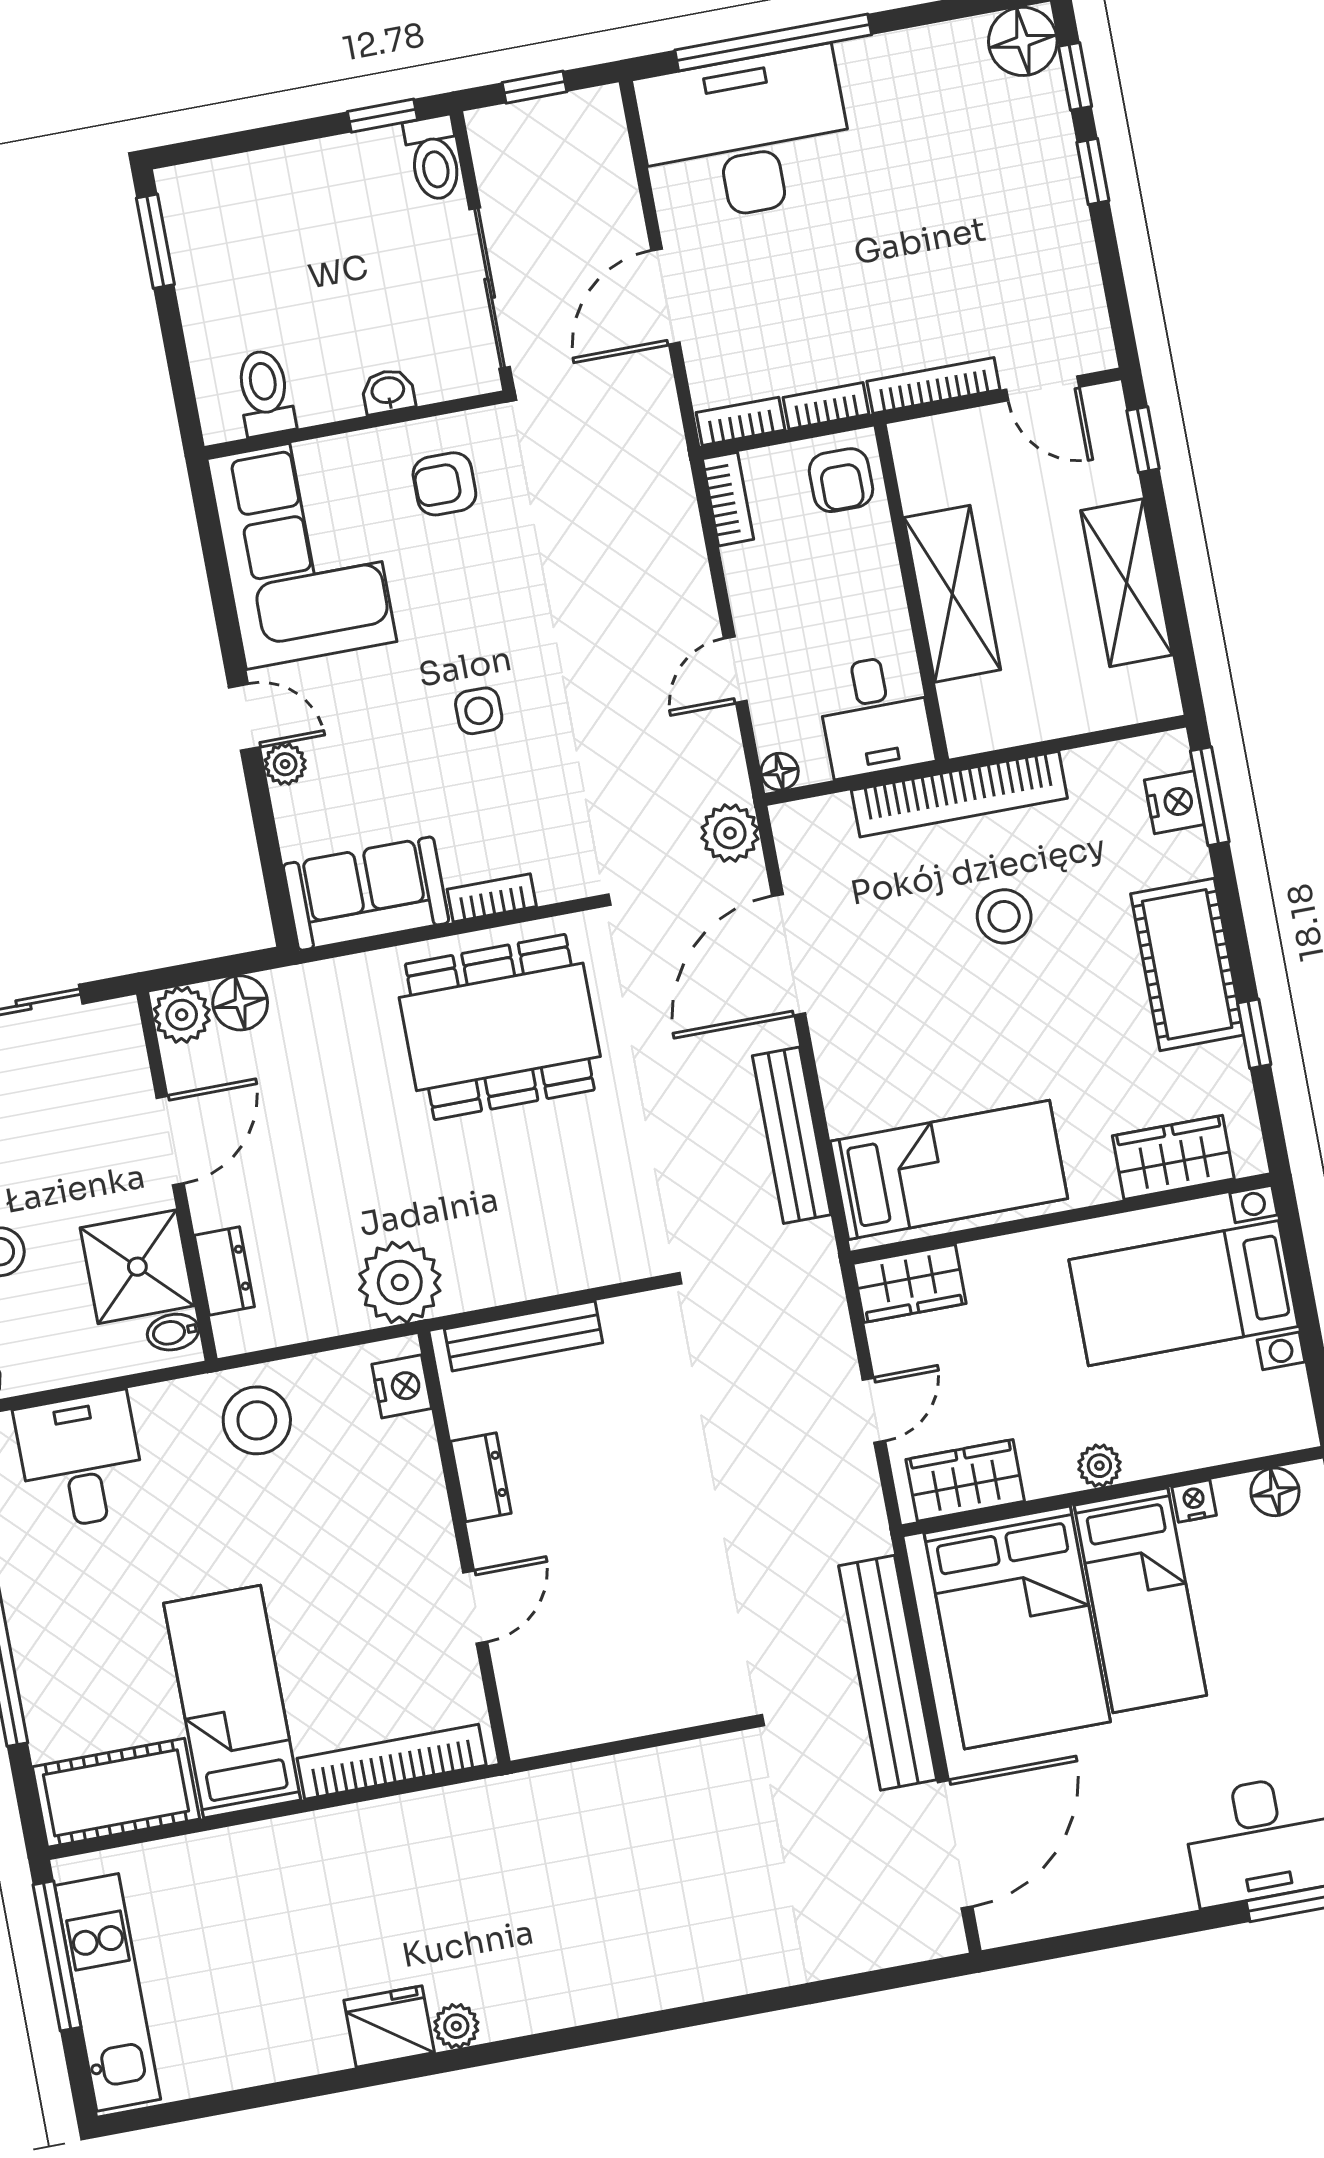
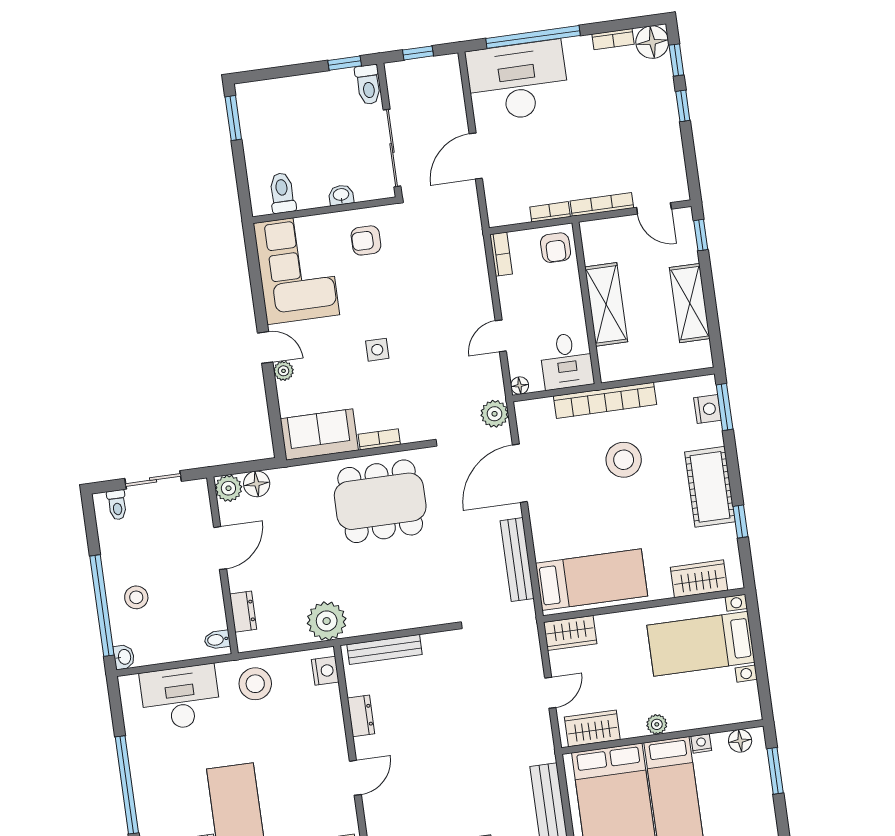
bookcase: (741, 421) -> (613, 39), moved, turned 180
stool: (1004, 916) -> (624, 460), width x1.38, depth x1.38
shower: (137, 1267) -> (202, 608), removed
desk: (81, 1461) -> (180, 698), width x1.37

